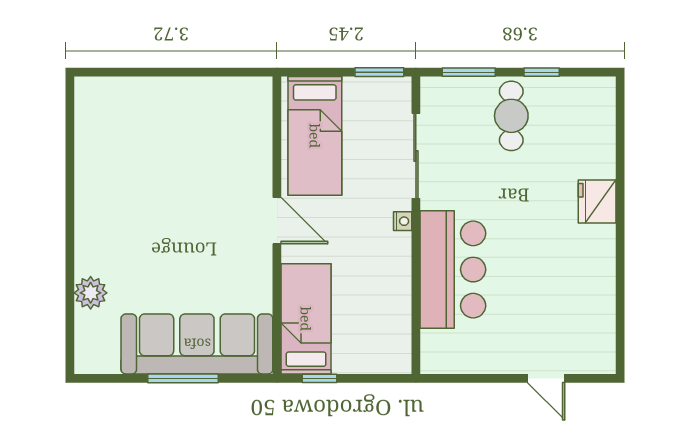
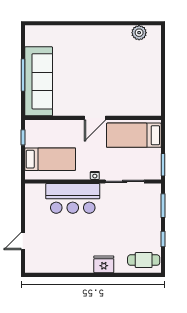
cafe table: (511, 116) -> (144, 260), moved
plant: (91, 293) -> (139, 33), moved
bed: (306, 319) -> (50, 159), moved

